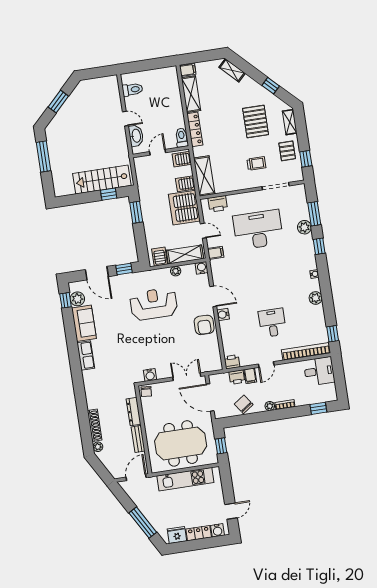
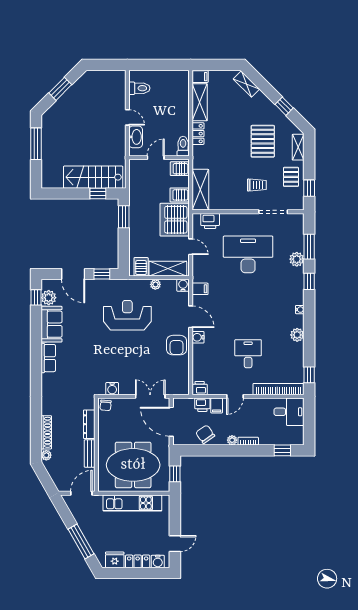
locker: (195, 129) -> (198, 134), width x0.66
filing cabinet: (216, 253) -> (200, 289), moved

